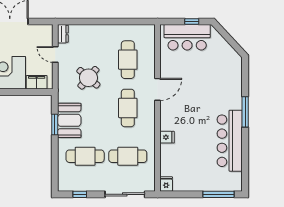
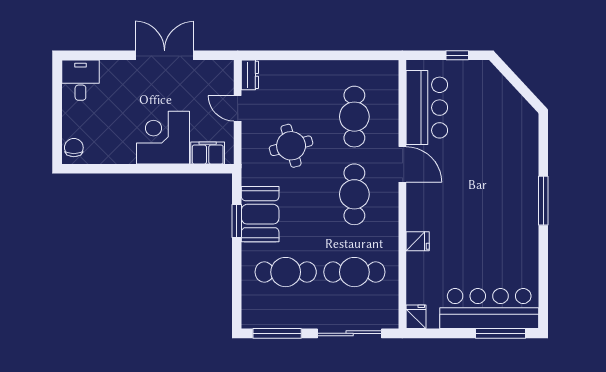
bar counter: (187, 37) -> (427, 108), moved, turned -90
round table: (88, 78) -> (291, 146), turned 34
door: (158, 89) -> (402, 164), hinge flipped
bar counter: (230, 141) -> (489, 309), moved, turned 90
window: (80, 194) -> (277, 333), width x2.17

